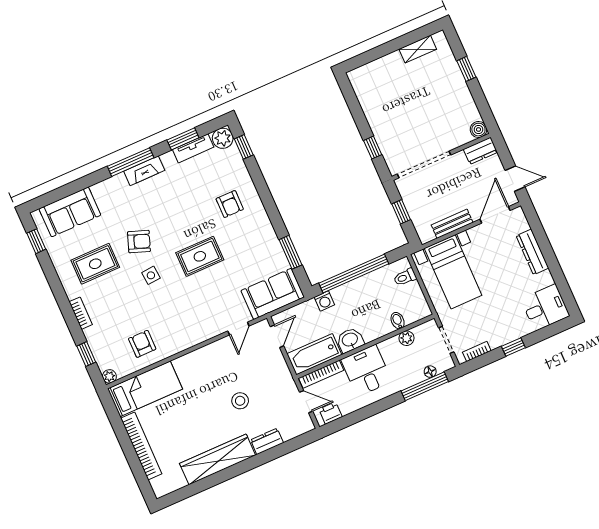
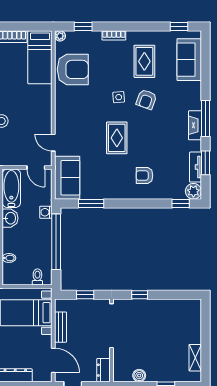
boiler: (478, 130) -> (139, 376), moved
armchair: (142, 344) -> (73, 69), width x1.88, depth x1.88

